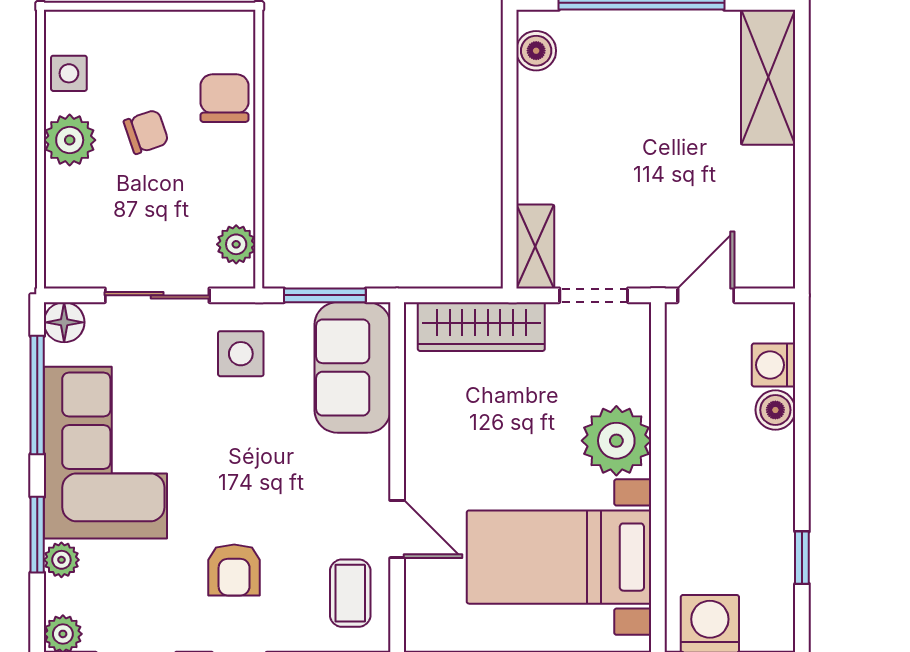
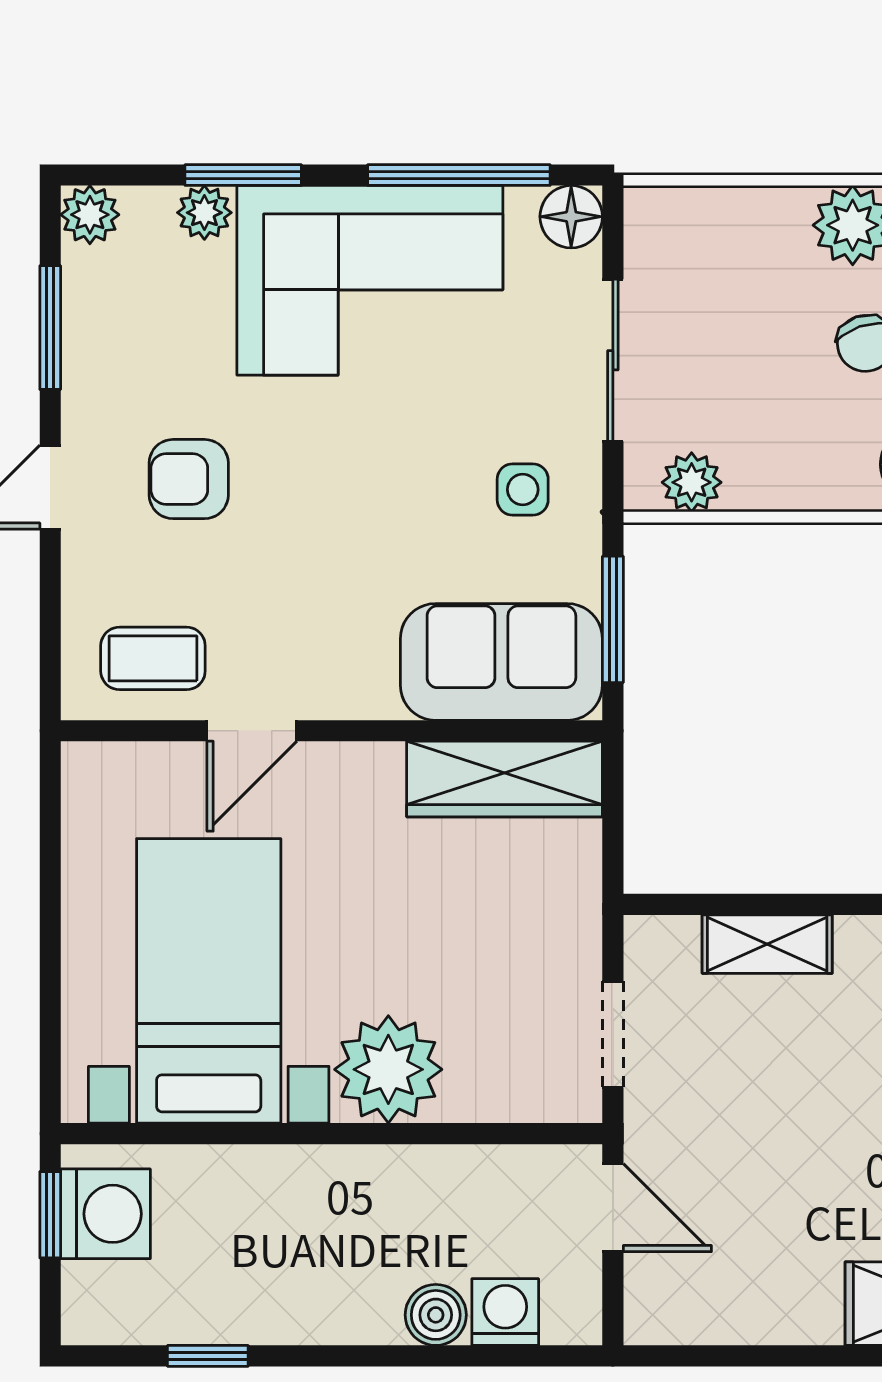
shelving: (535, 246) -> (767, 944), moved
wardrobe: (481, 327) -> (505, 779), moved, turned -90
side table: (241, 354) -> (523, 490), width x0.73, depth x0.73

